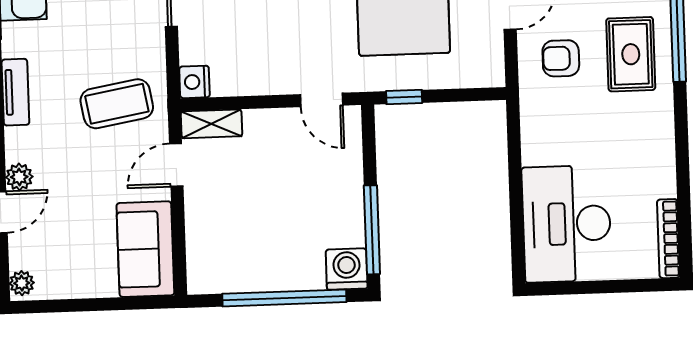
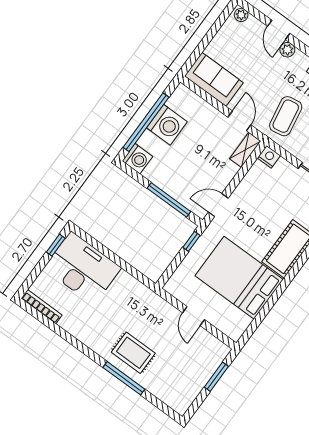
armchair: (561, 58) -> (155, 321), removed
window: (372, 230) -> (169, 200), moved
washing machine: (264, 265) -> (167, 125), added
window: (564, 288) -> (56, 245), added

